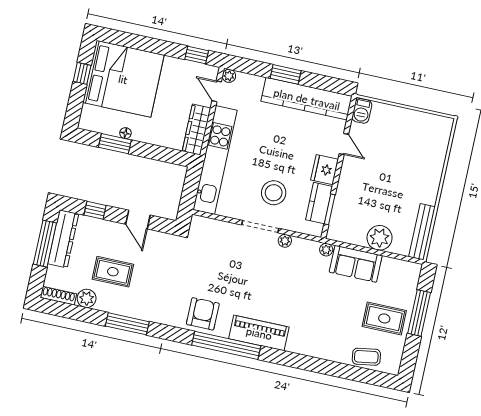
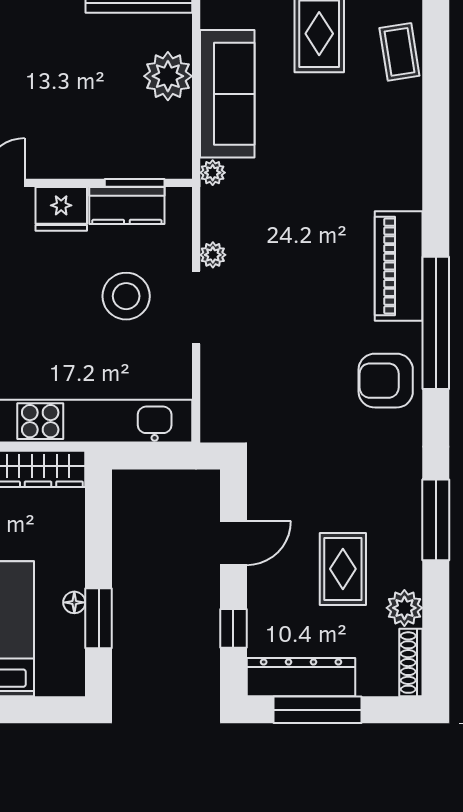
sofa: (356, 264) -> (227, 94), width x1.36

